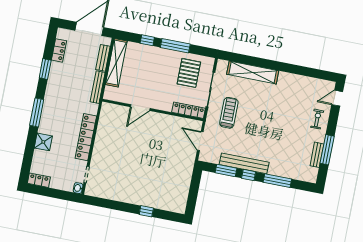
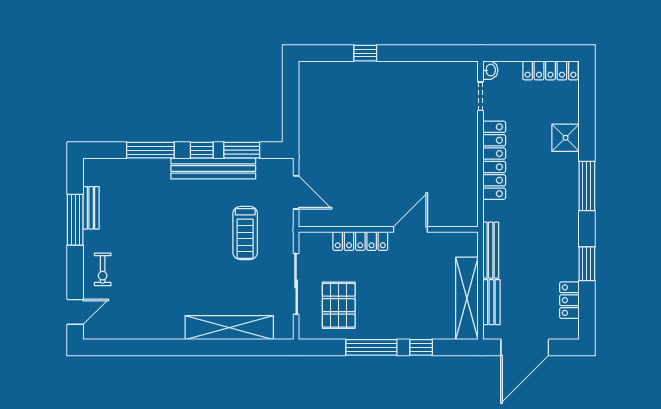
locker: (189, 110) -> (360, 241), moved
treadmill: (229, 113) -> (245, 233), moved
locker: (39, 180) -> (550, 70), width x1.53

